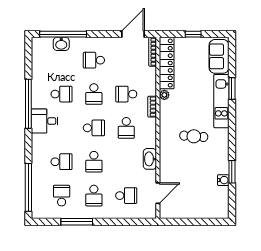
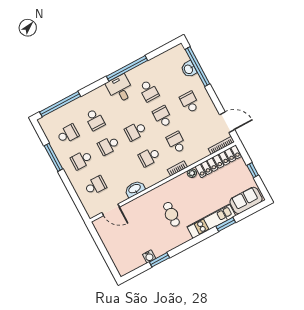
school desk: (94, 94) -> (163, 117), turned 90
school desk: (94, 128) -> (136, 131), turned 90
school desk: (126, 196) -> (95, 186), turned -90

